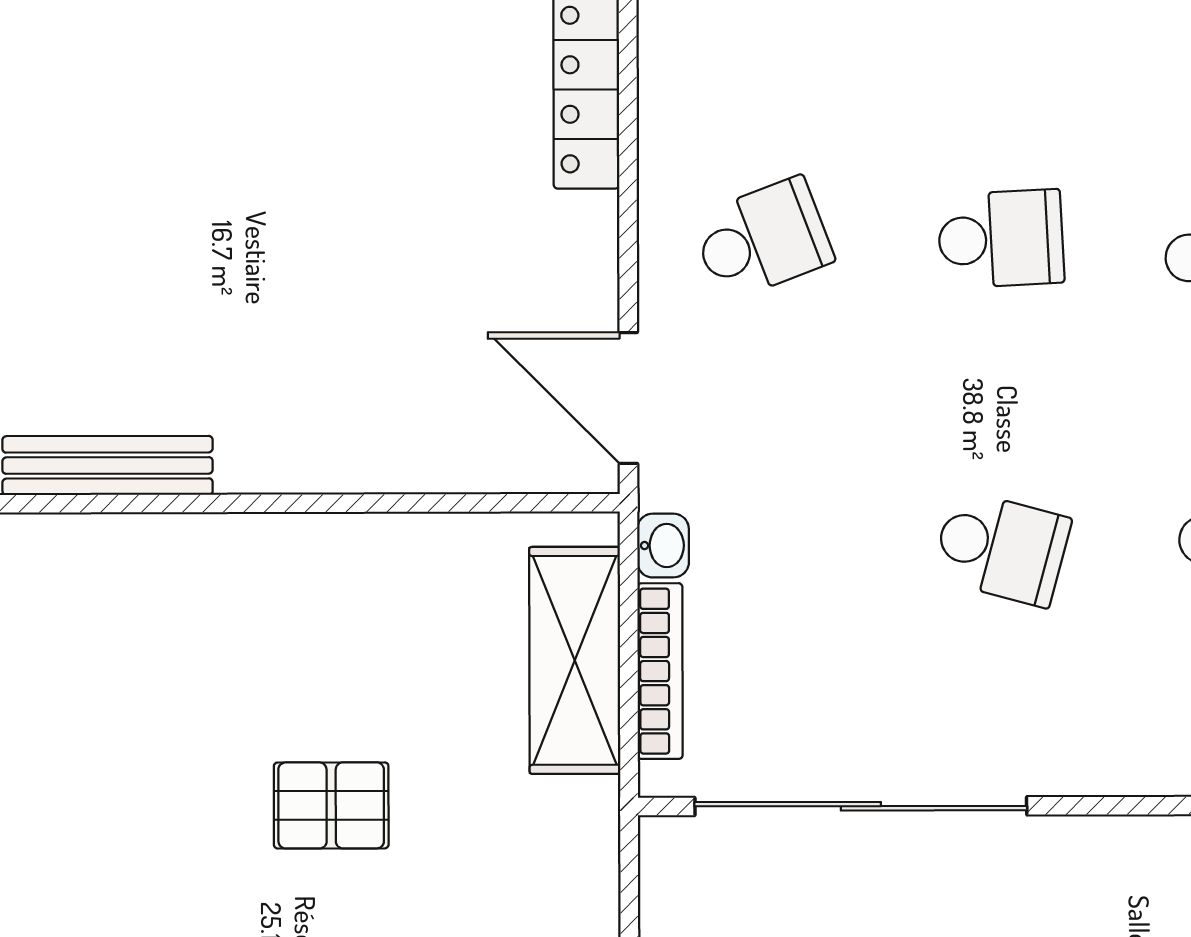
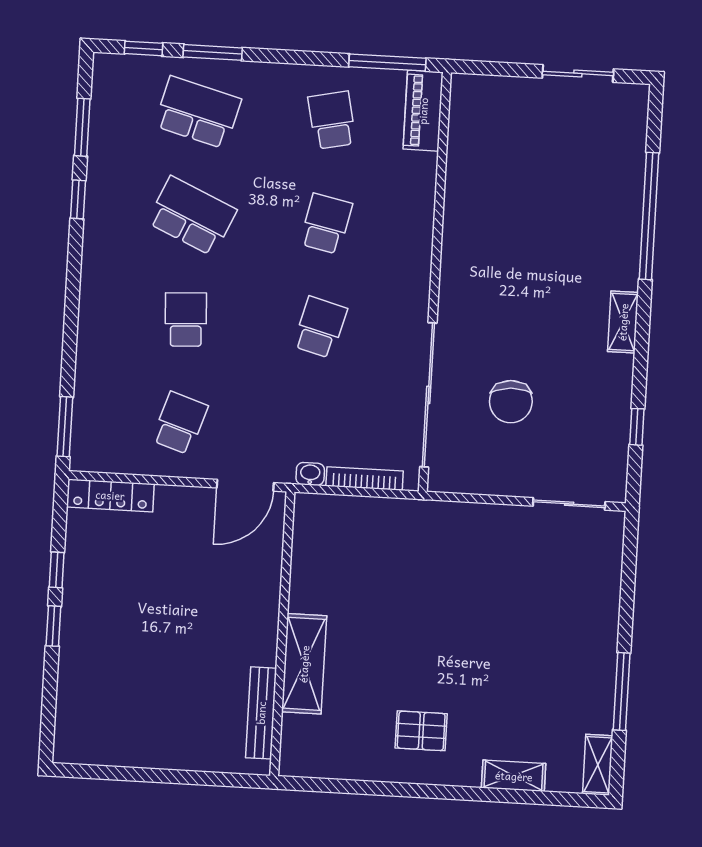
school desk: (762, 239) -> (180, 423), turned 39
shelving: (575, 660) -> (304, 664), moved, turned 90
pallet: (331, 805) -> (421, 731), moved, turned 90

